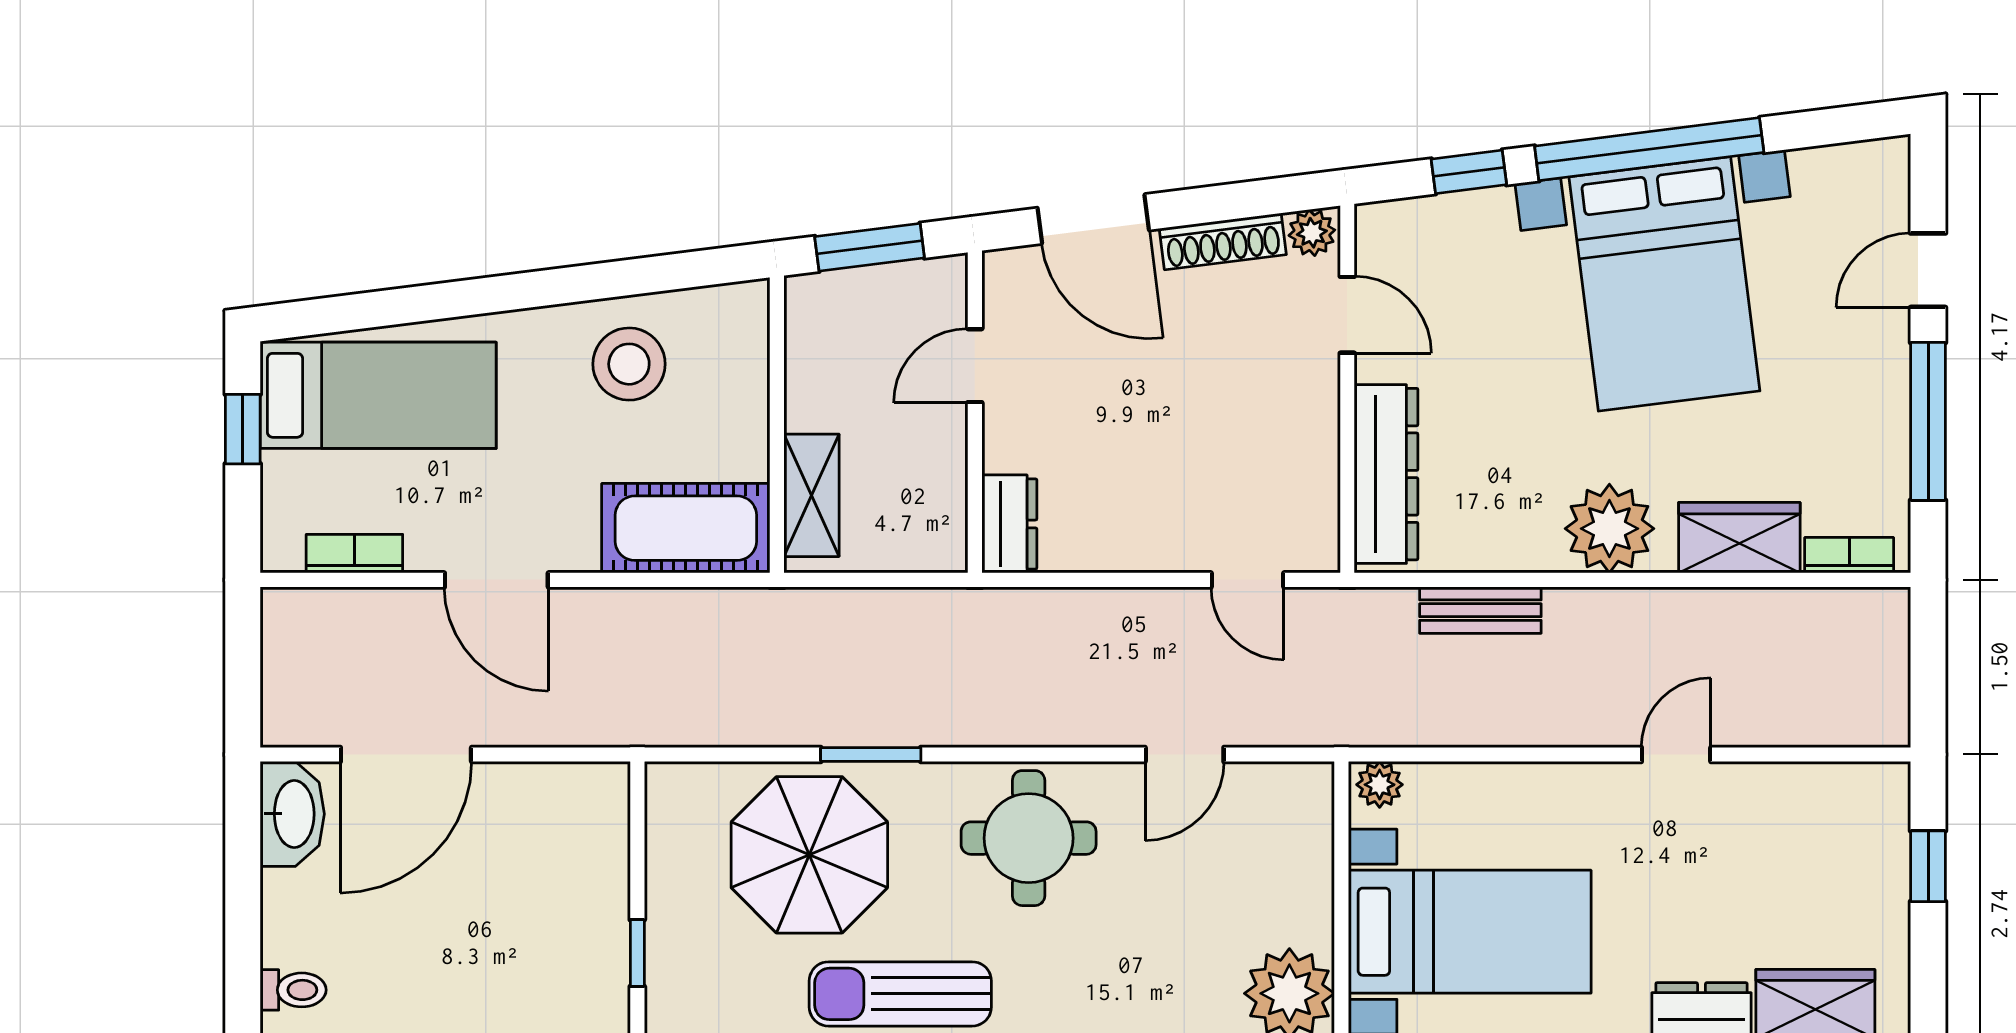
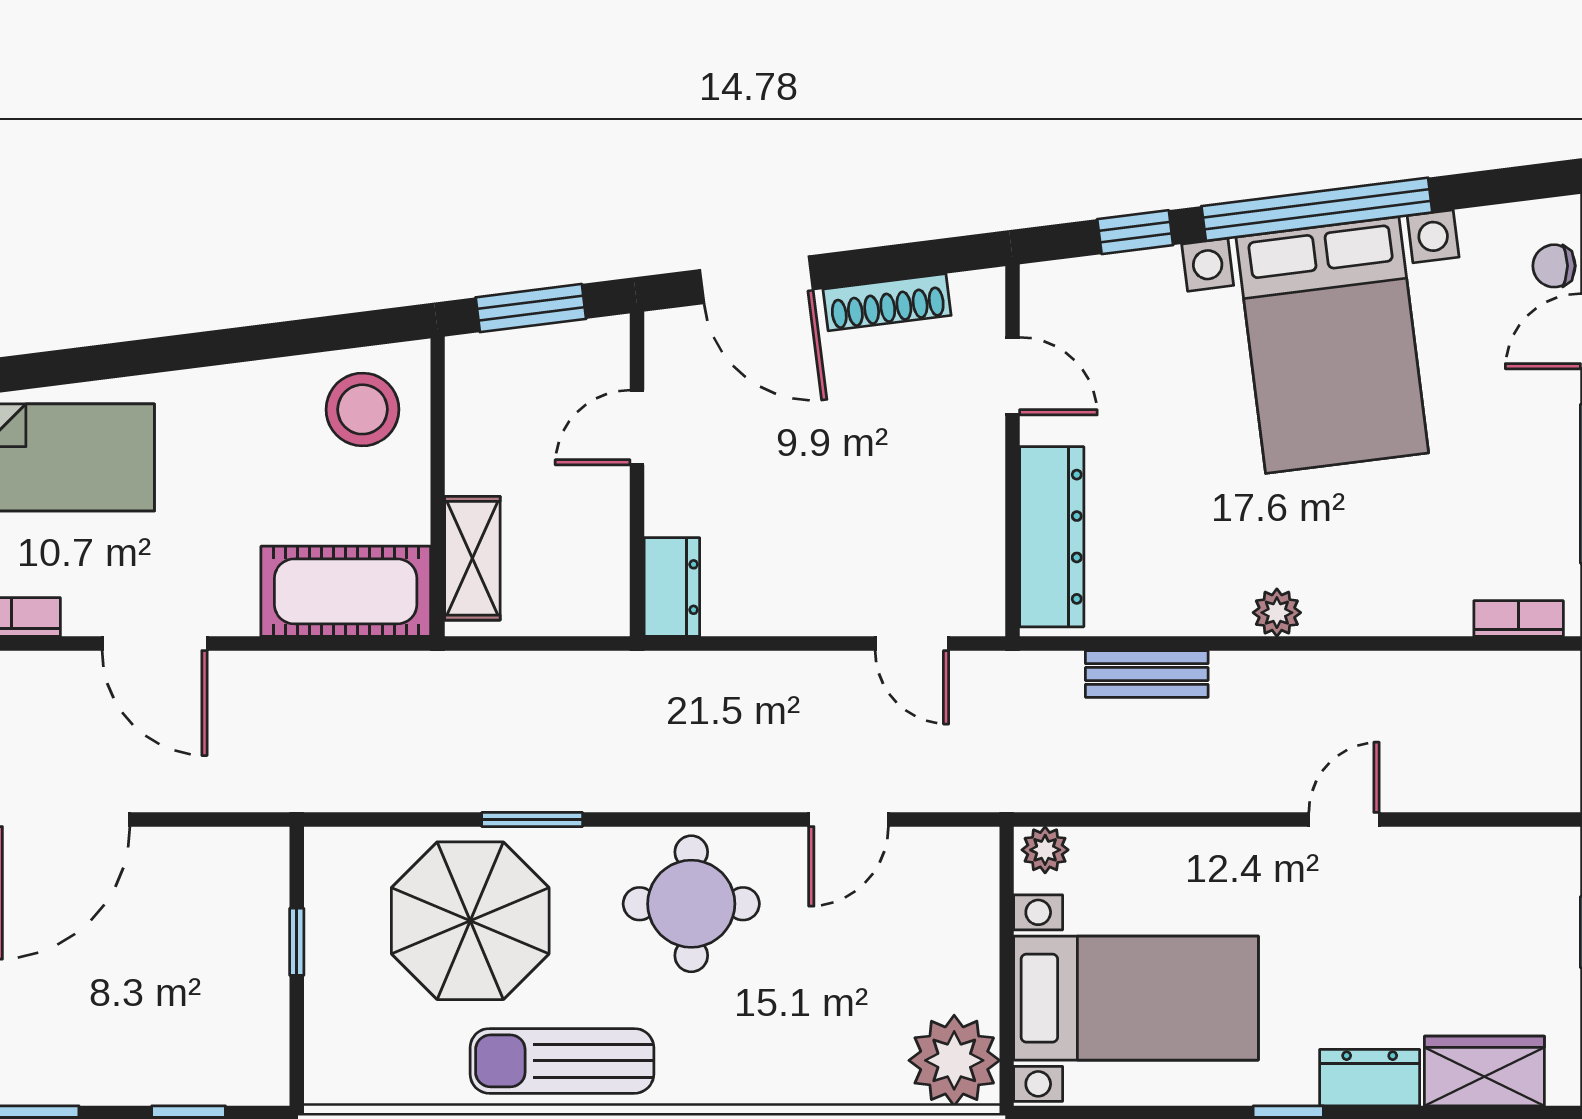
chair: (1884, 205) -> (1554, 266), added
plant: (1312, 233) -> (977, 293), removed
stool: (629, 364) -> (362, 409), moved
plant: (1609, 529) -> (1277, 613), width x0.53, depth x0.53
wardrobe: (1739, 538) -> (1408, 601), removed
window: (637, 953) -> (297, 942), moved

